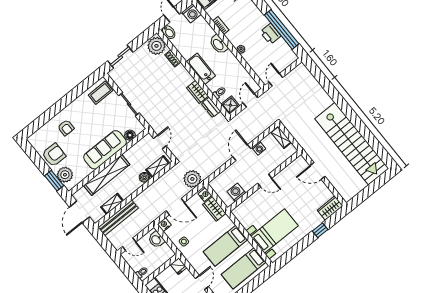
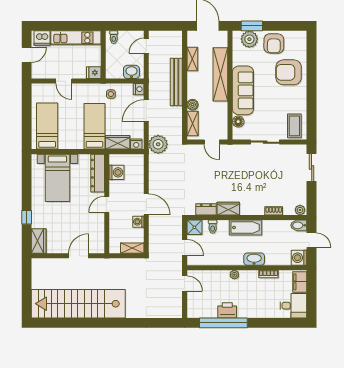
plant: (156, 46) -> (300, 210), width x0.53, depth x0.53
armchair: (66, 128) -> (289, 72), width x1.88, depth x1.88
dresser: (248, 205) -> (98, 173), added
bench: (118, 218) -> (176, 82), moved
bed: (225, 246) -> (94, 126), moved

